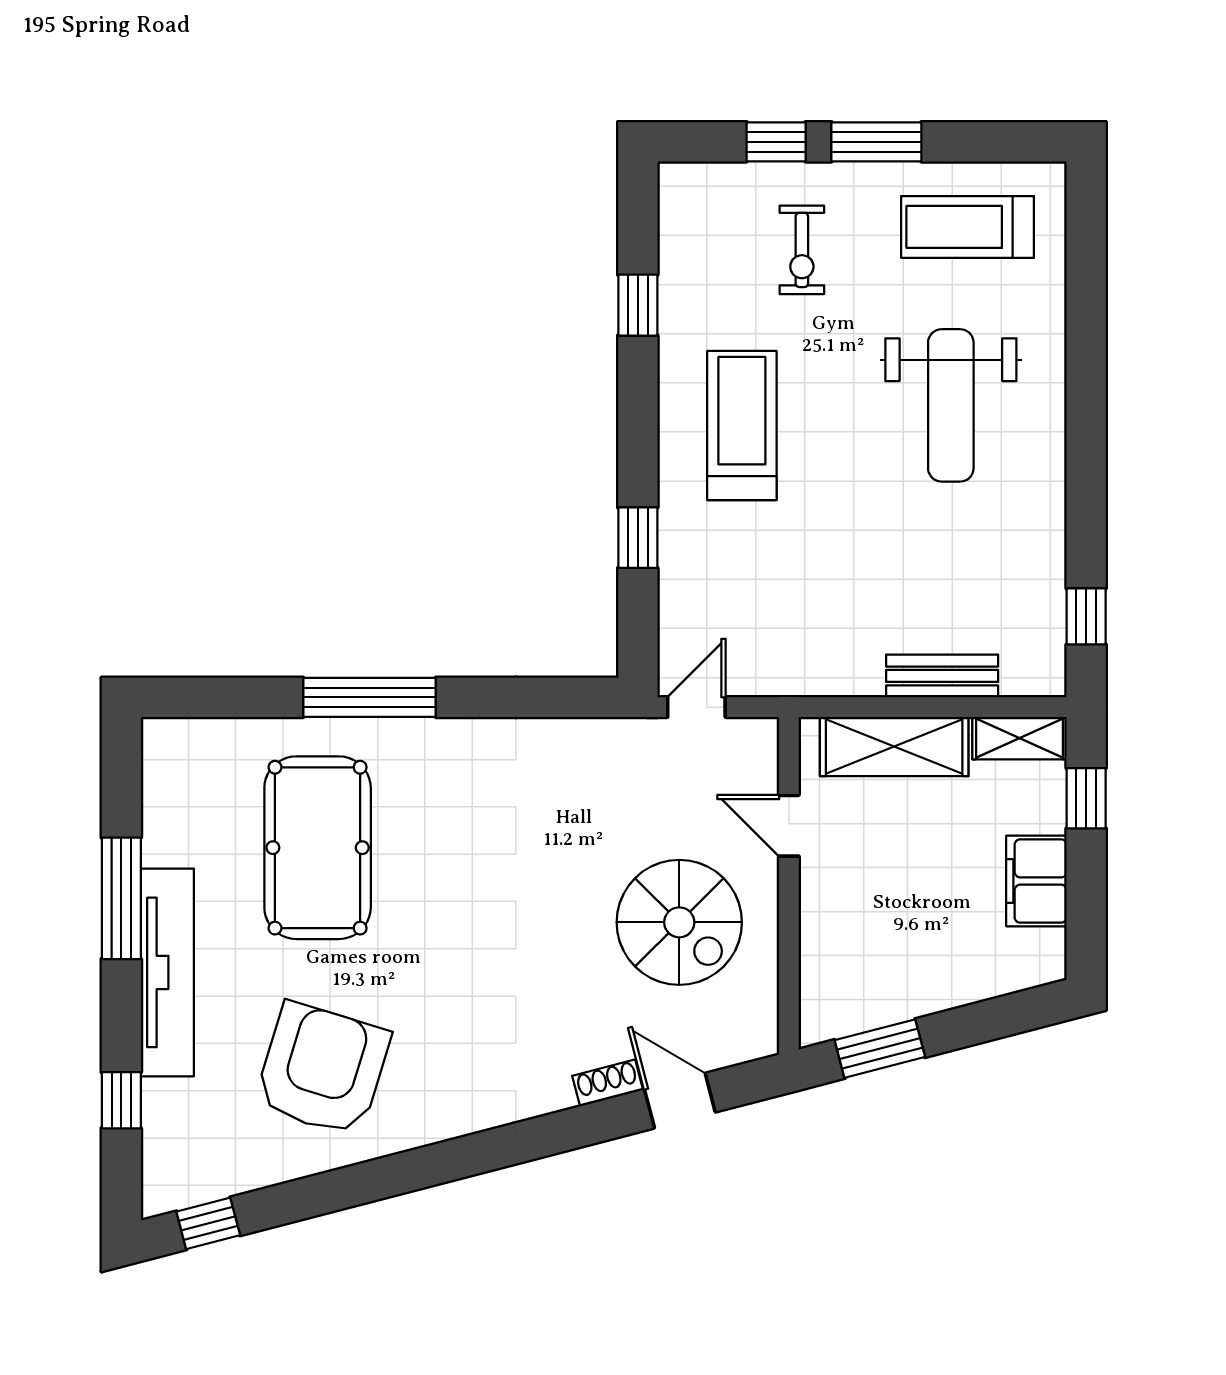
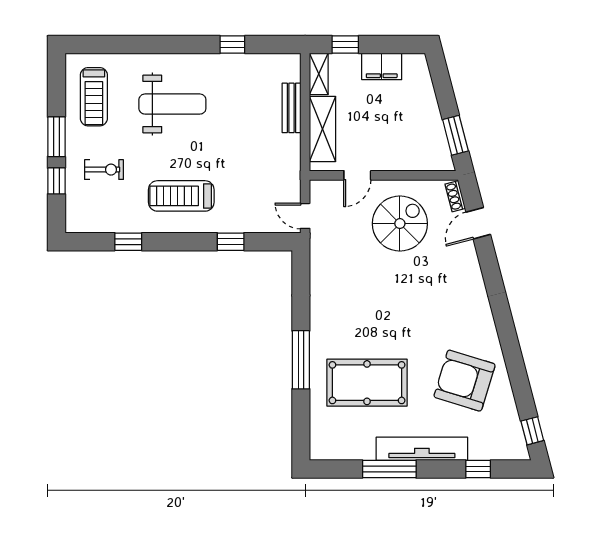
window: (1086, 616) -> (232, 44), moved
shoe rack: (608, 1083) -> (455, 196), moved

